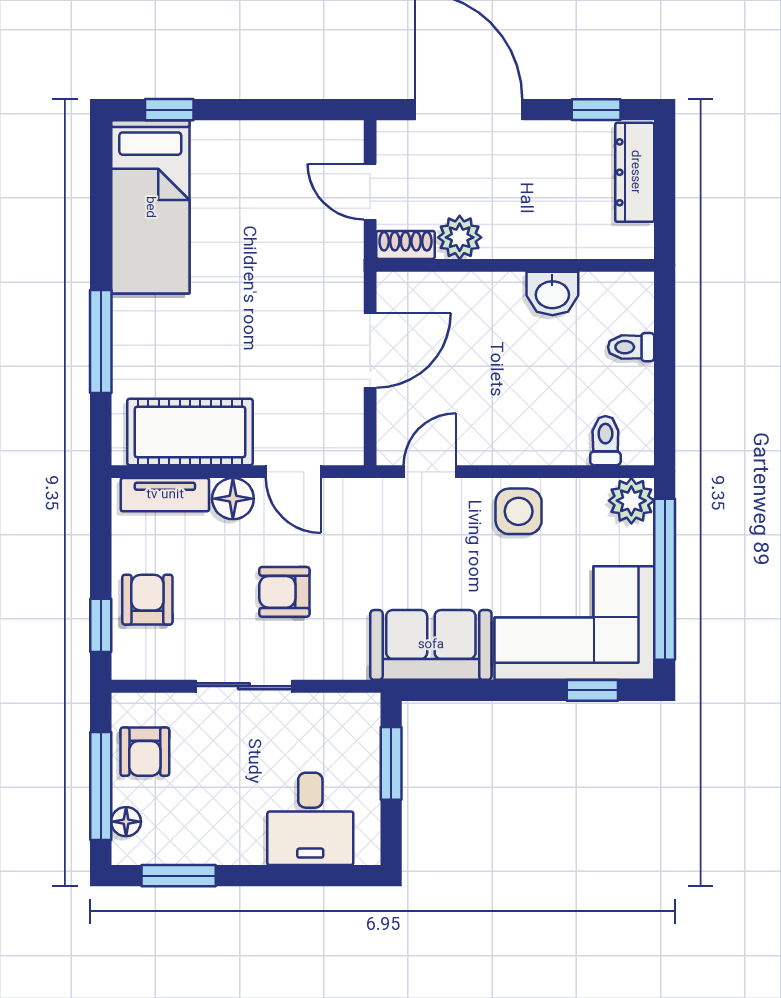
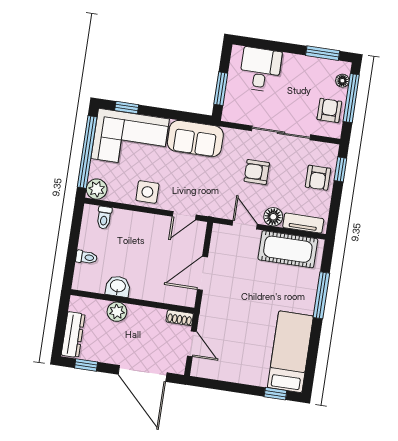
plant: (460, 237) -> (117, 312), moved
armchair: (284, 592) -> (257, 172), turned 180
sliding door: (244, 686) -> (281, 133), width x1.37

